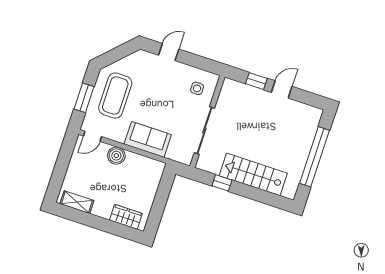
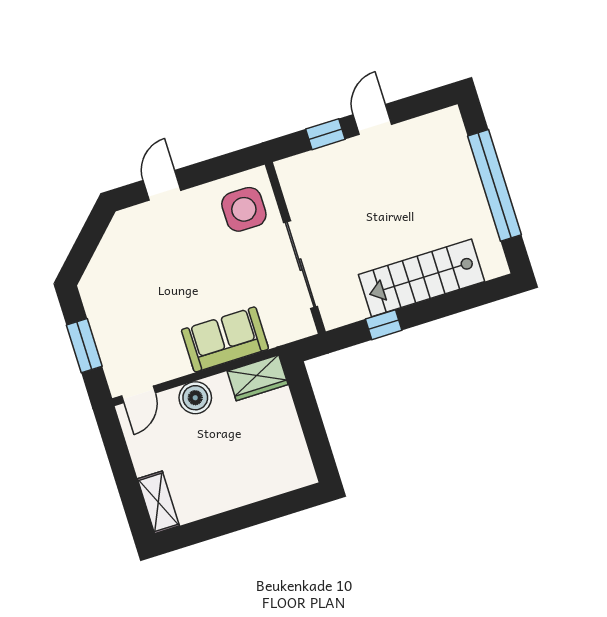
side table: (197, 88) -> (244, 209), width x1.87, depth x1.87
coffee table: (115, 96) -> (129, 308), removed
shelving: (77, 202) -> (158, 502), moved, turned 90
wardrobe: (126, 217) -> (258, 378), moved, turned 180

